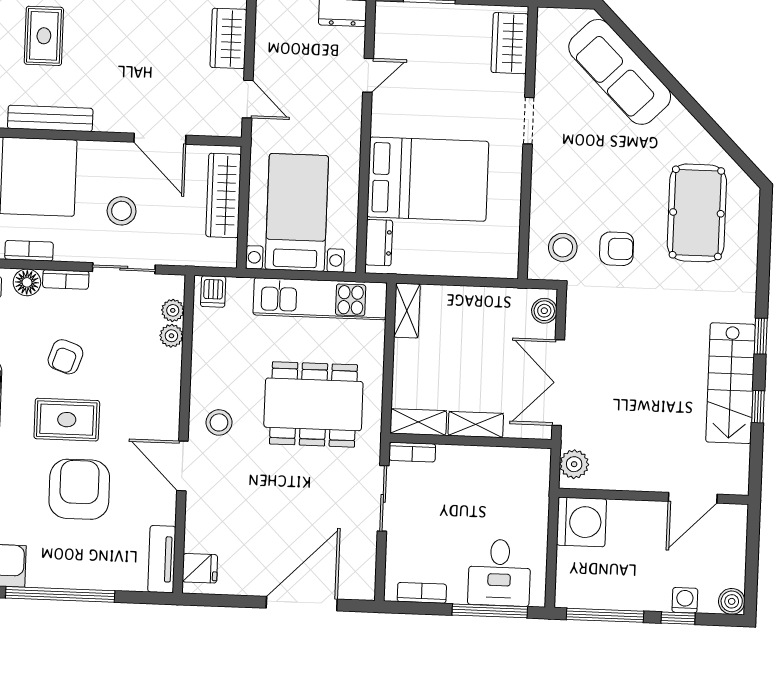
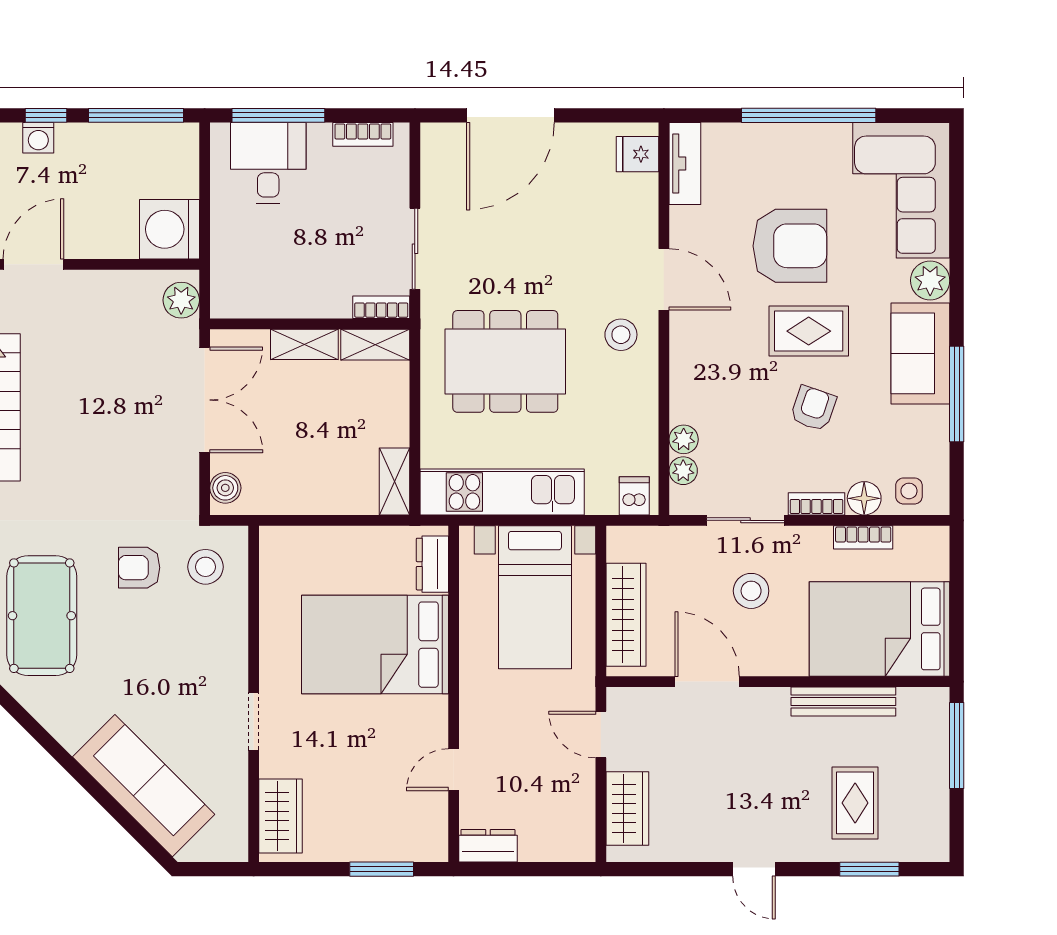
armchair: (79, 489) -> (790, 246), turned -90

